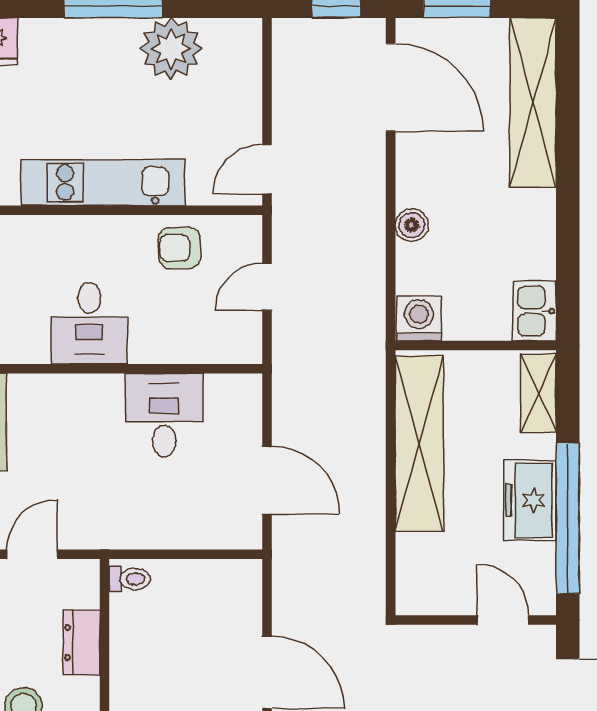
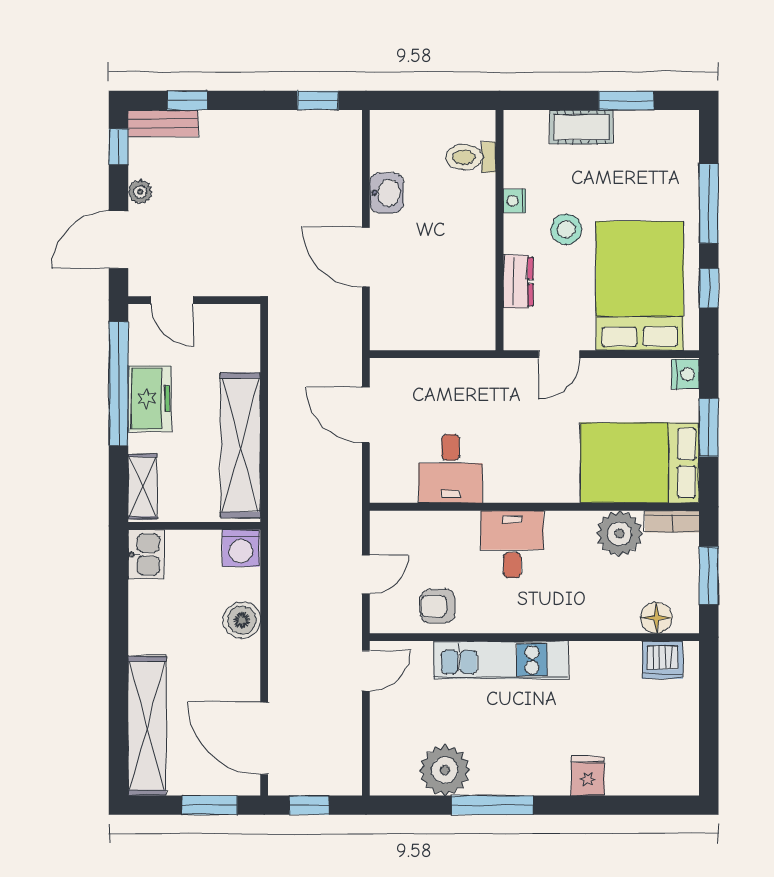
boiler: (412, 225) -> (242, 620), width x1.36, depth x1.36
armchair: (180, 248) -> (438, 606), turned 180
toilet: (130, 579) -> (479, 334), removed

